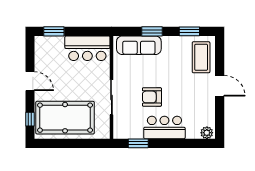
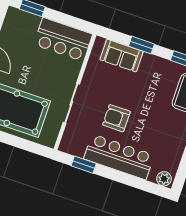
sofa: (139, 45) -> (122, 56), width x0.73
bar counter: (164, 127) -> (119, 157), width x1.36

